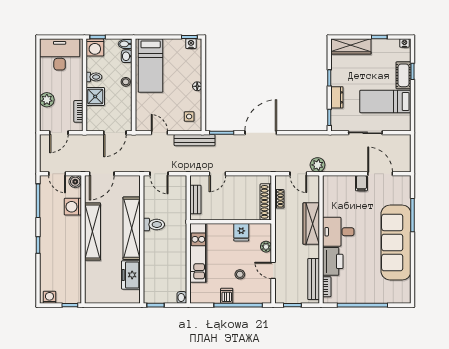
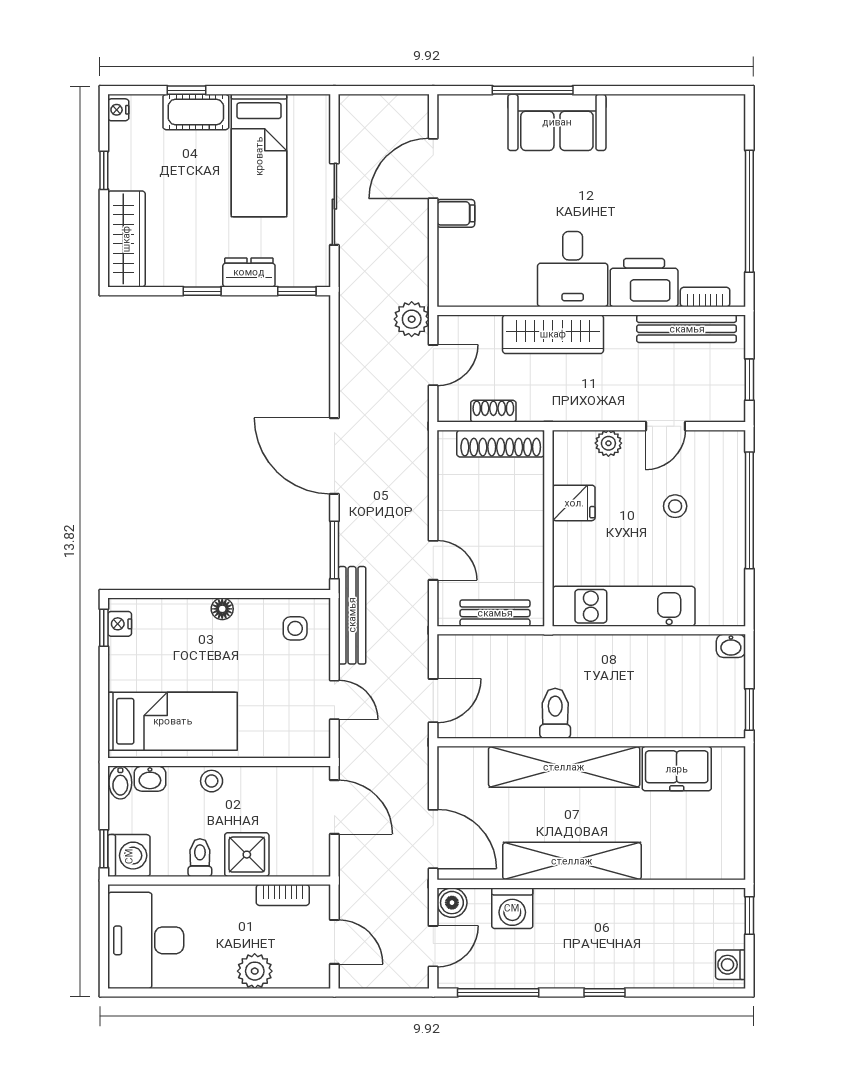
door: (159, 133) -> (334, 700), swing flipped
sofa: (396, 242) -> (557, 122), width x0.54, depth x0.79
dishwasher: (227, 296) -> (727, 538), removed

